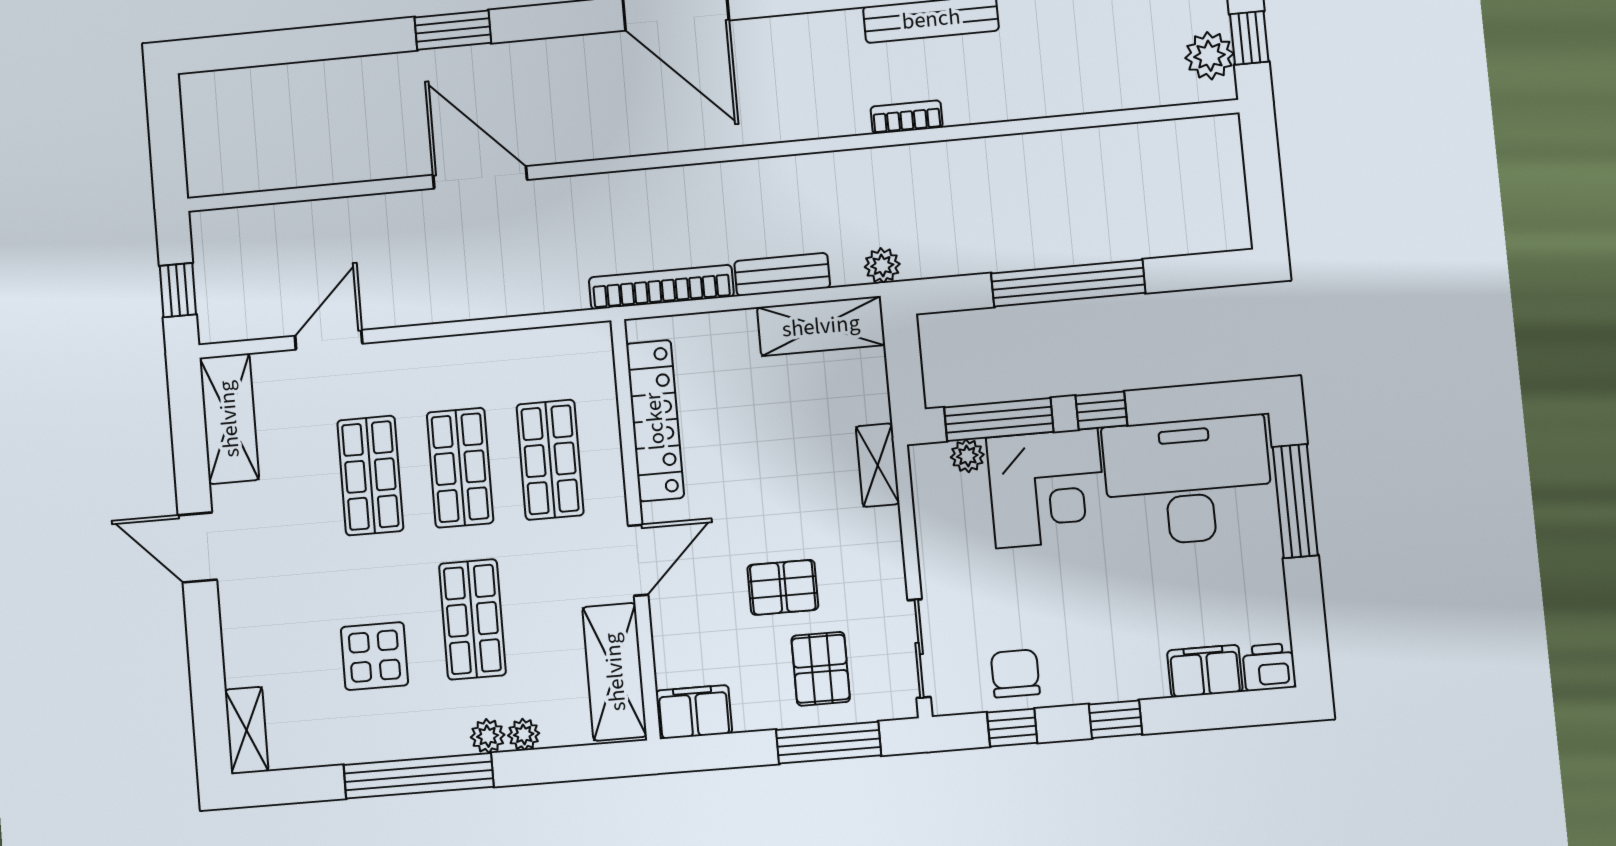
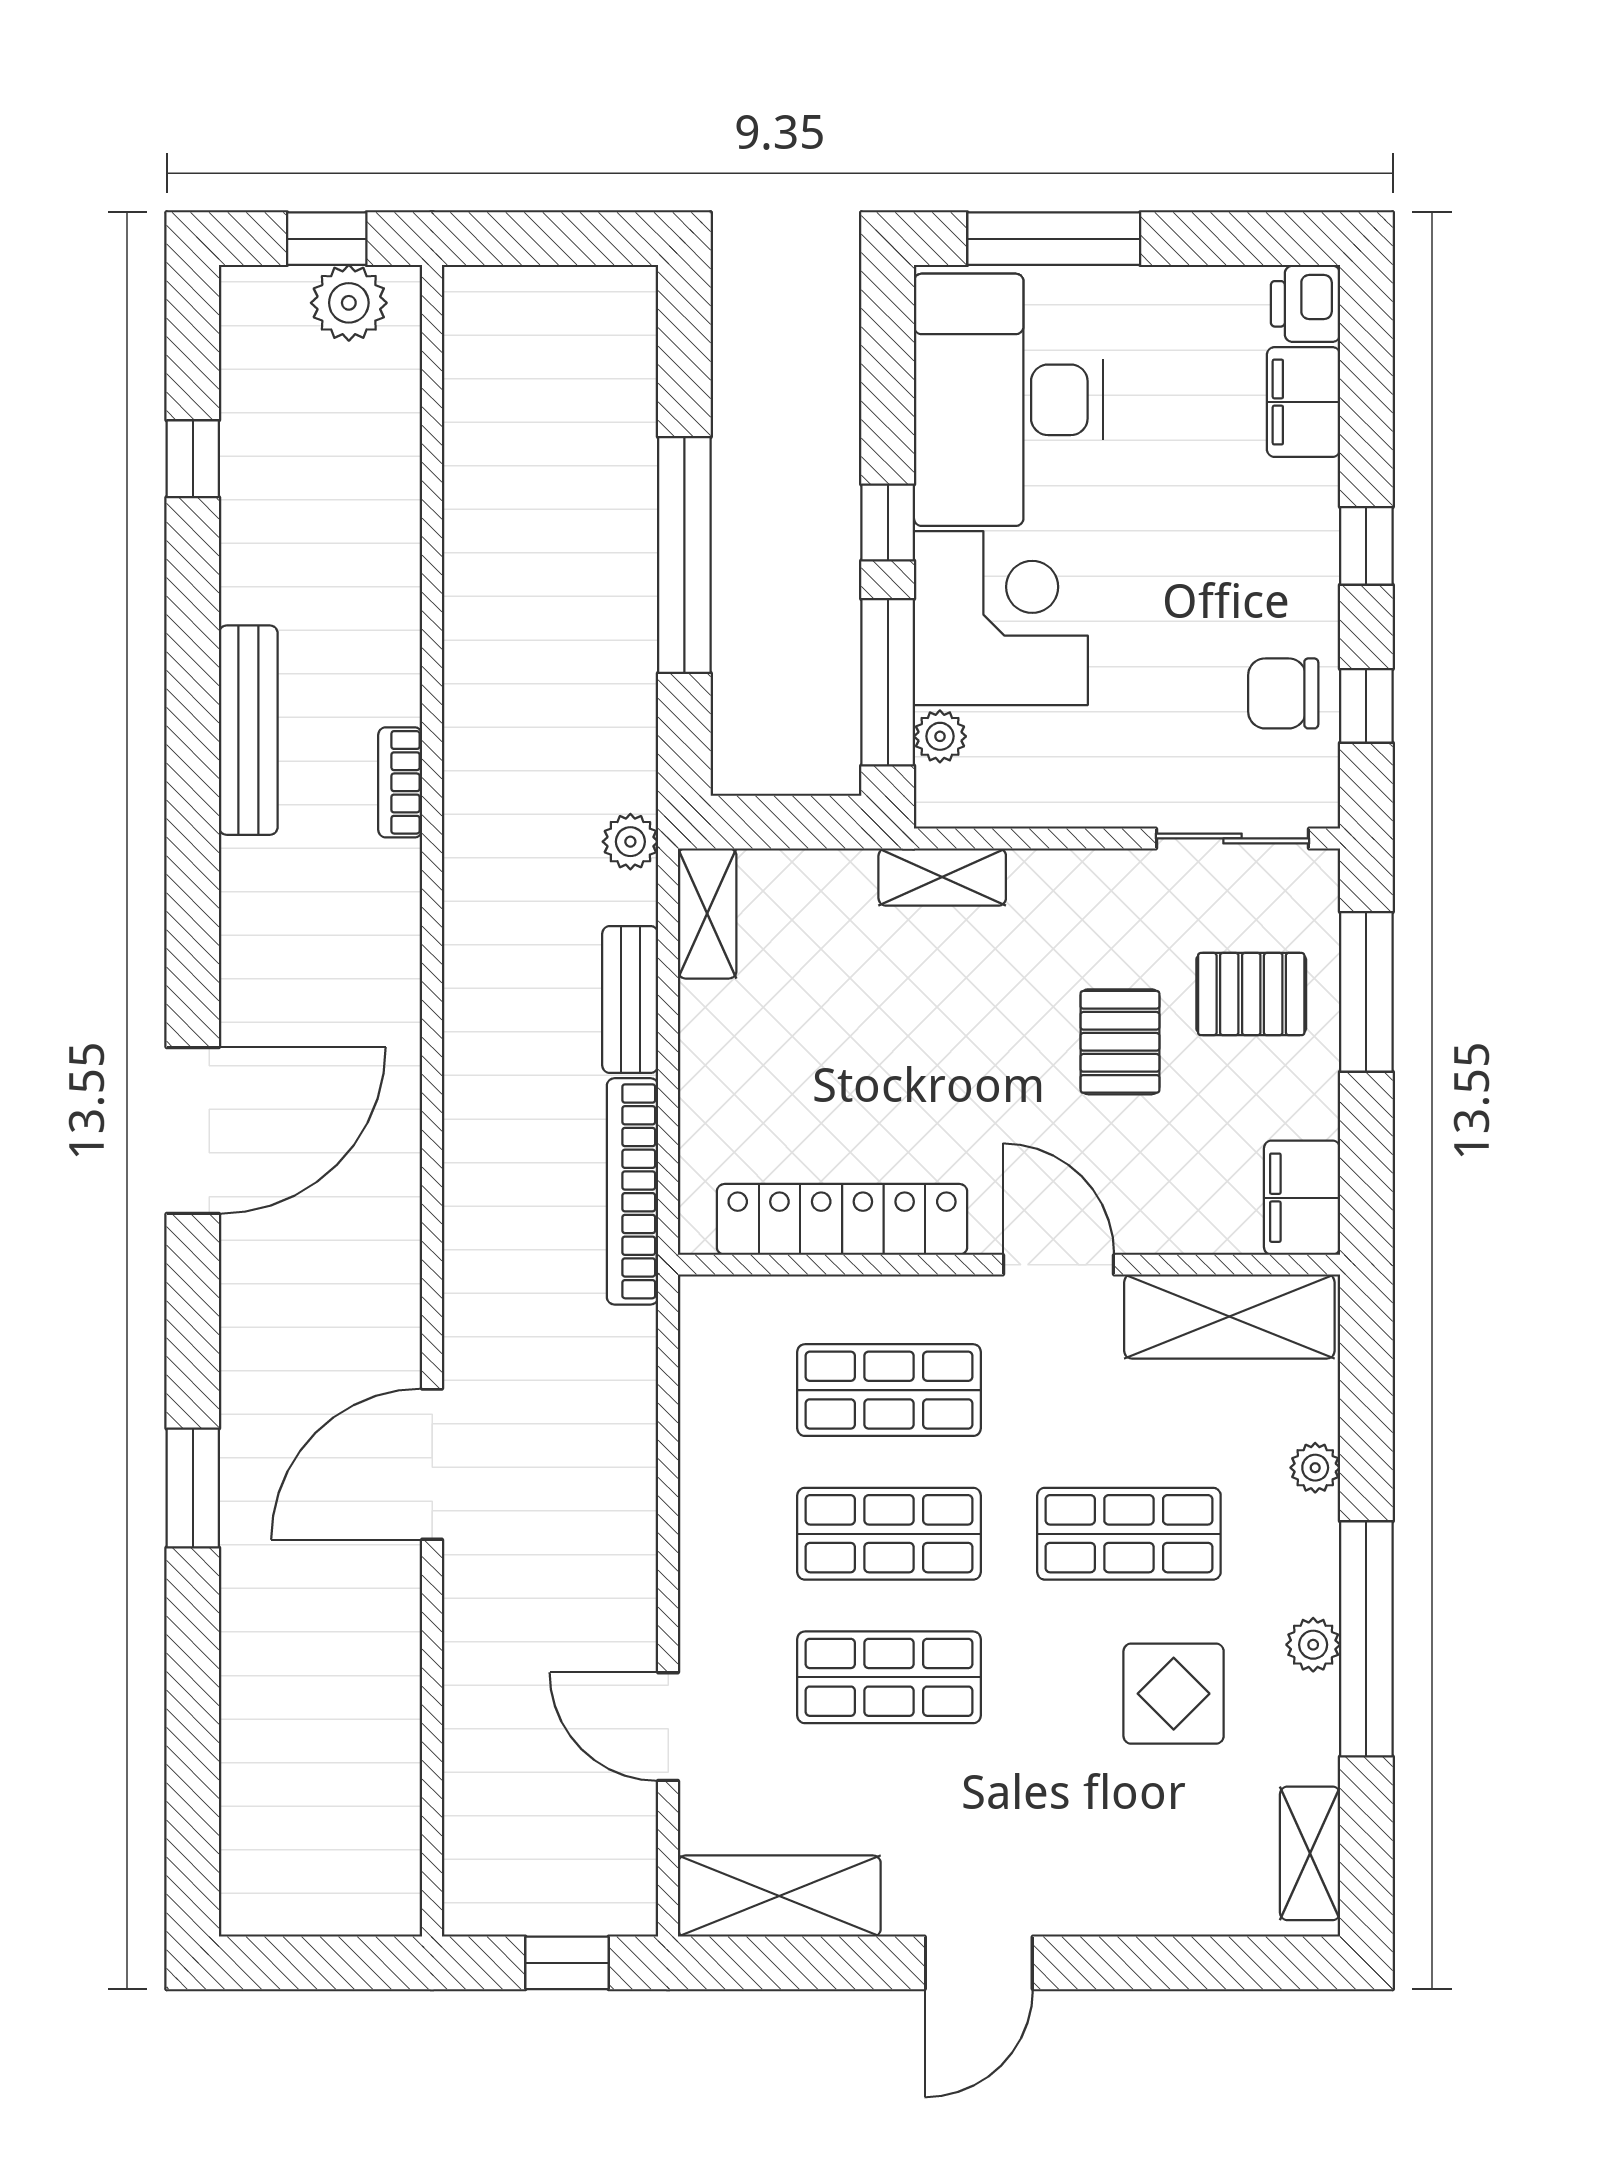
shelving: (821, 326) -> (707, 913), width x0.67, depth x0.75
shelving: (247, 730) -> (1310, 1853), moved, turned 90
plant: (488, 736) -> (1313, 1645), moved

